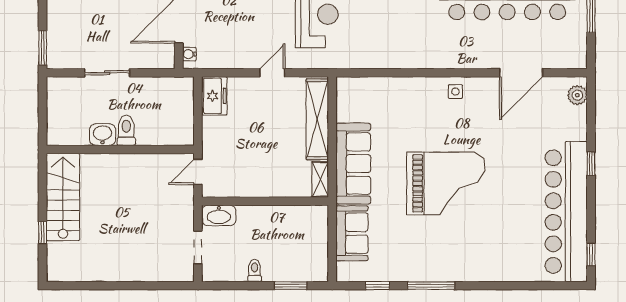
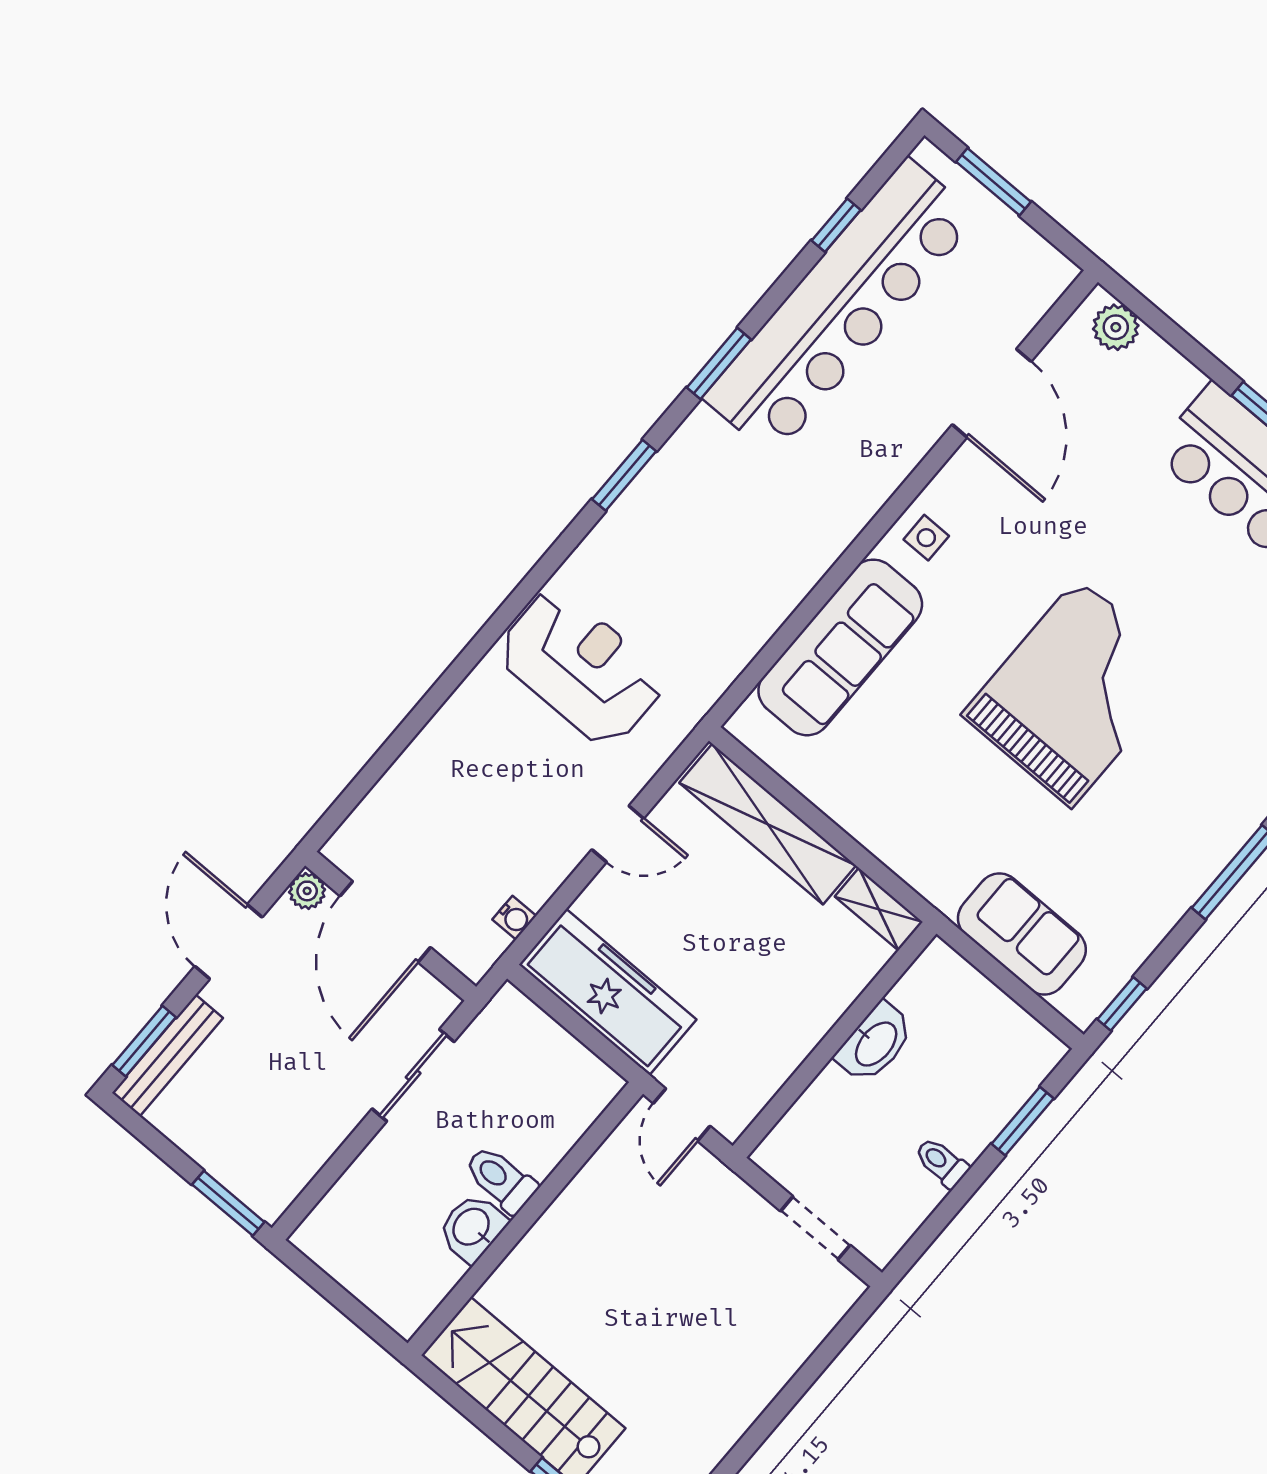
water cooler: (189, 54) -> (514, 918), moved, turned -90
sliding door: (107, 73) -> (413, 1075), moved
door: (272, 73) -> (618, 834), swing flipped
freezer: (214, 96) -> (608, 992), width x1.91, depth x1.26
sofa: (353, 164) -> (840, 647), moved, turned 90
washbasin: (219, 215) -> (875, 1043), moved
window: (377, 286) -> (1122, 1004), moved

